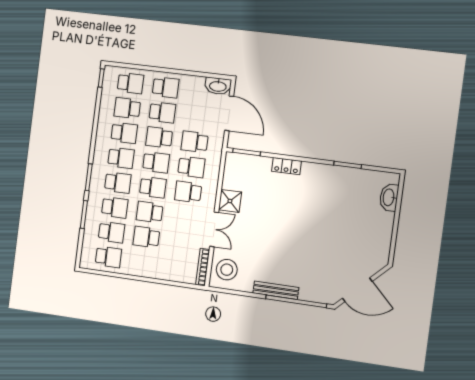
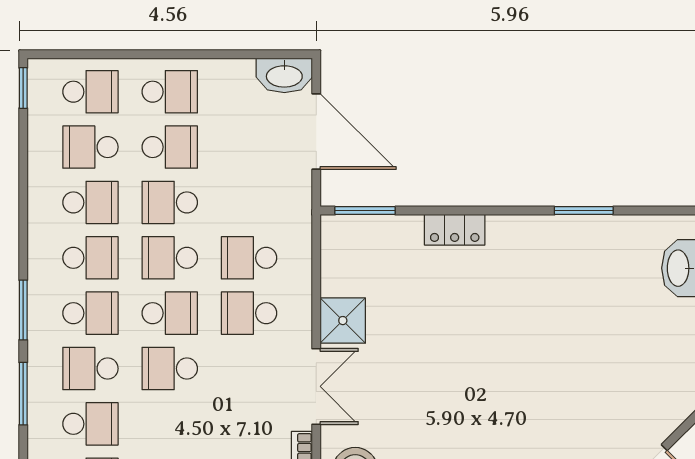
school desk: (195, 142) -> (249, 202), removed
school desk: (156, 162) -> (170, 258), turned 180
school desk: (191, 167) -> (249, 258), turned 180
school desk: (115, 207) -> (90, 369), turned 180
school desk: (146, 237) -> (170, 424), removed

